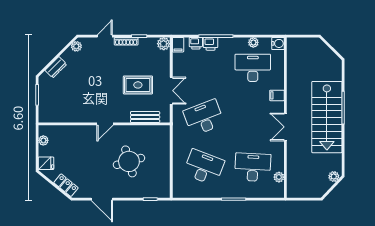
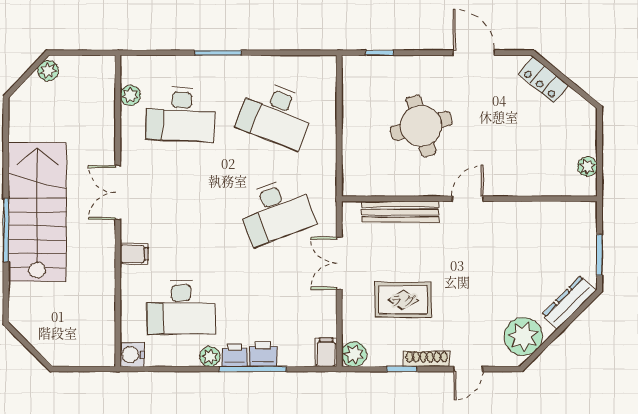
plant: (253, 42) -> (210, 357), moved
printer: (196, 43) -> (235, 355), moved
plant: (76, 46) -> (523, 336), width x1.87, depth x1.87
dresser: (56, 67) -> (569, 302), width x1.44
rug: (138, 85) -> (403, 300), moved
bench: (145, 117) -> (400, 212), width x1.36
double door: (285, 127) -> (118, 193), swing flipped
fridge: (46, 163) -> (582, 122), removed
plant: (334, 177) -> (48, 71), moved

